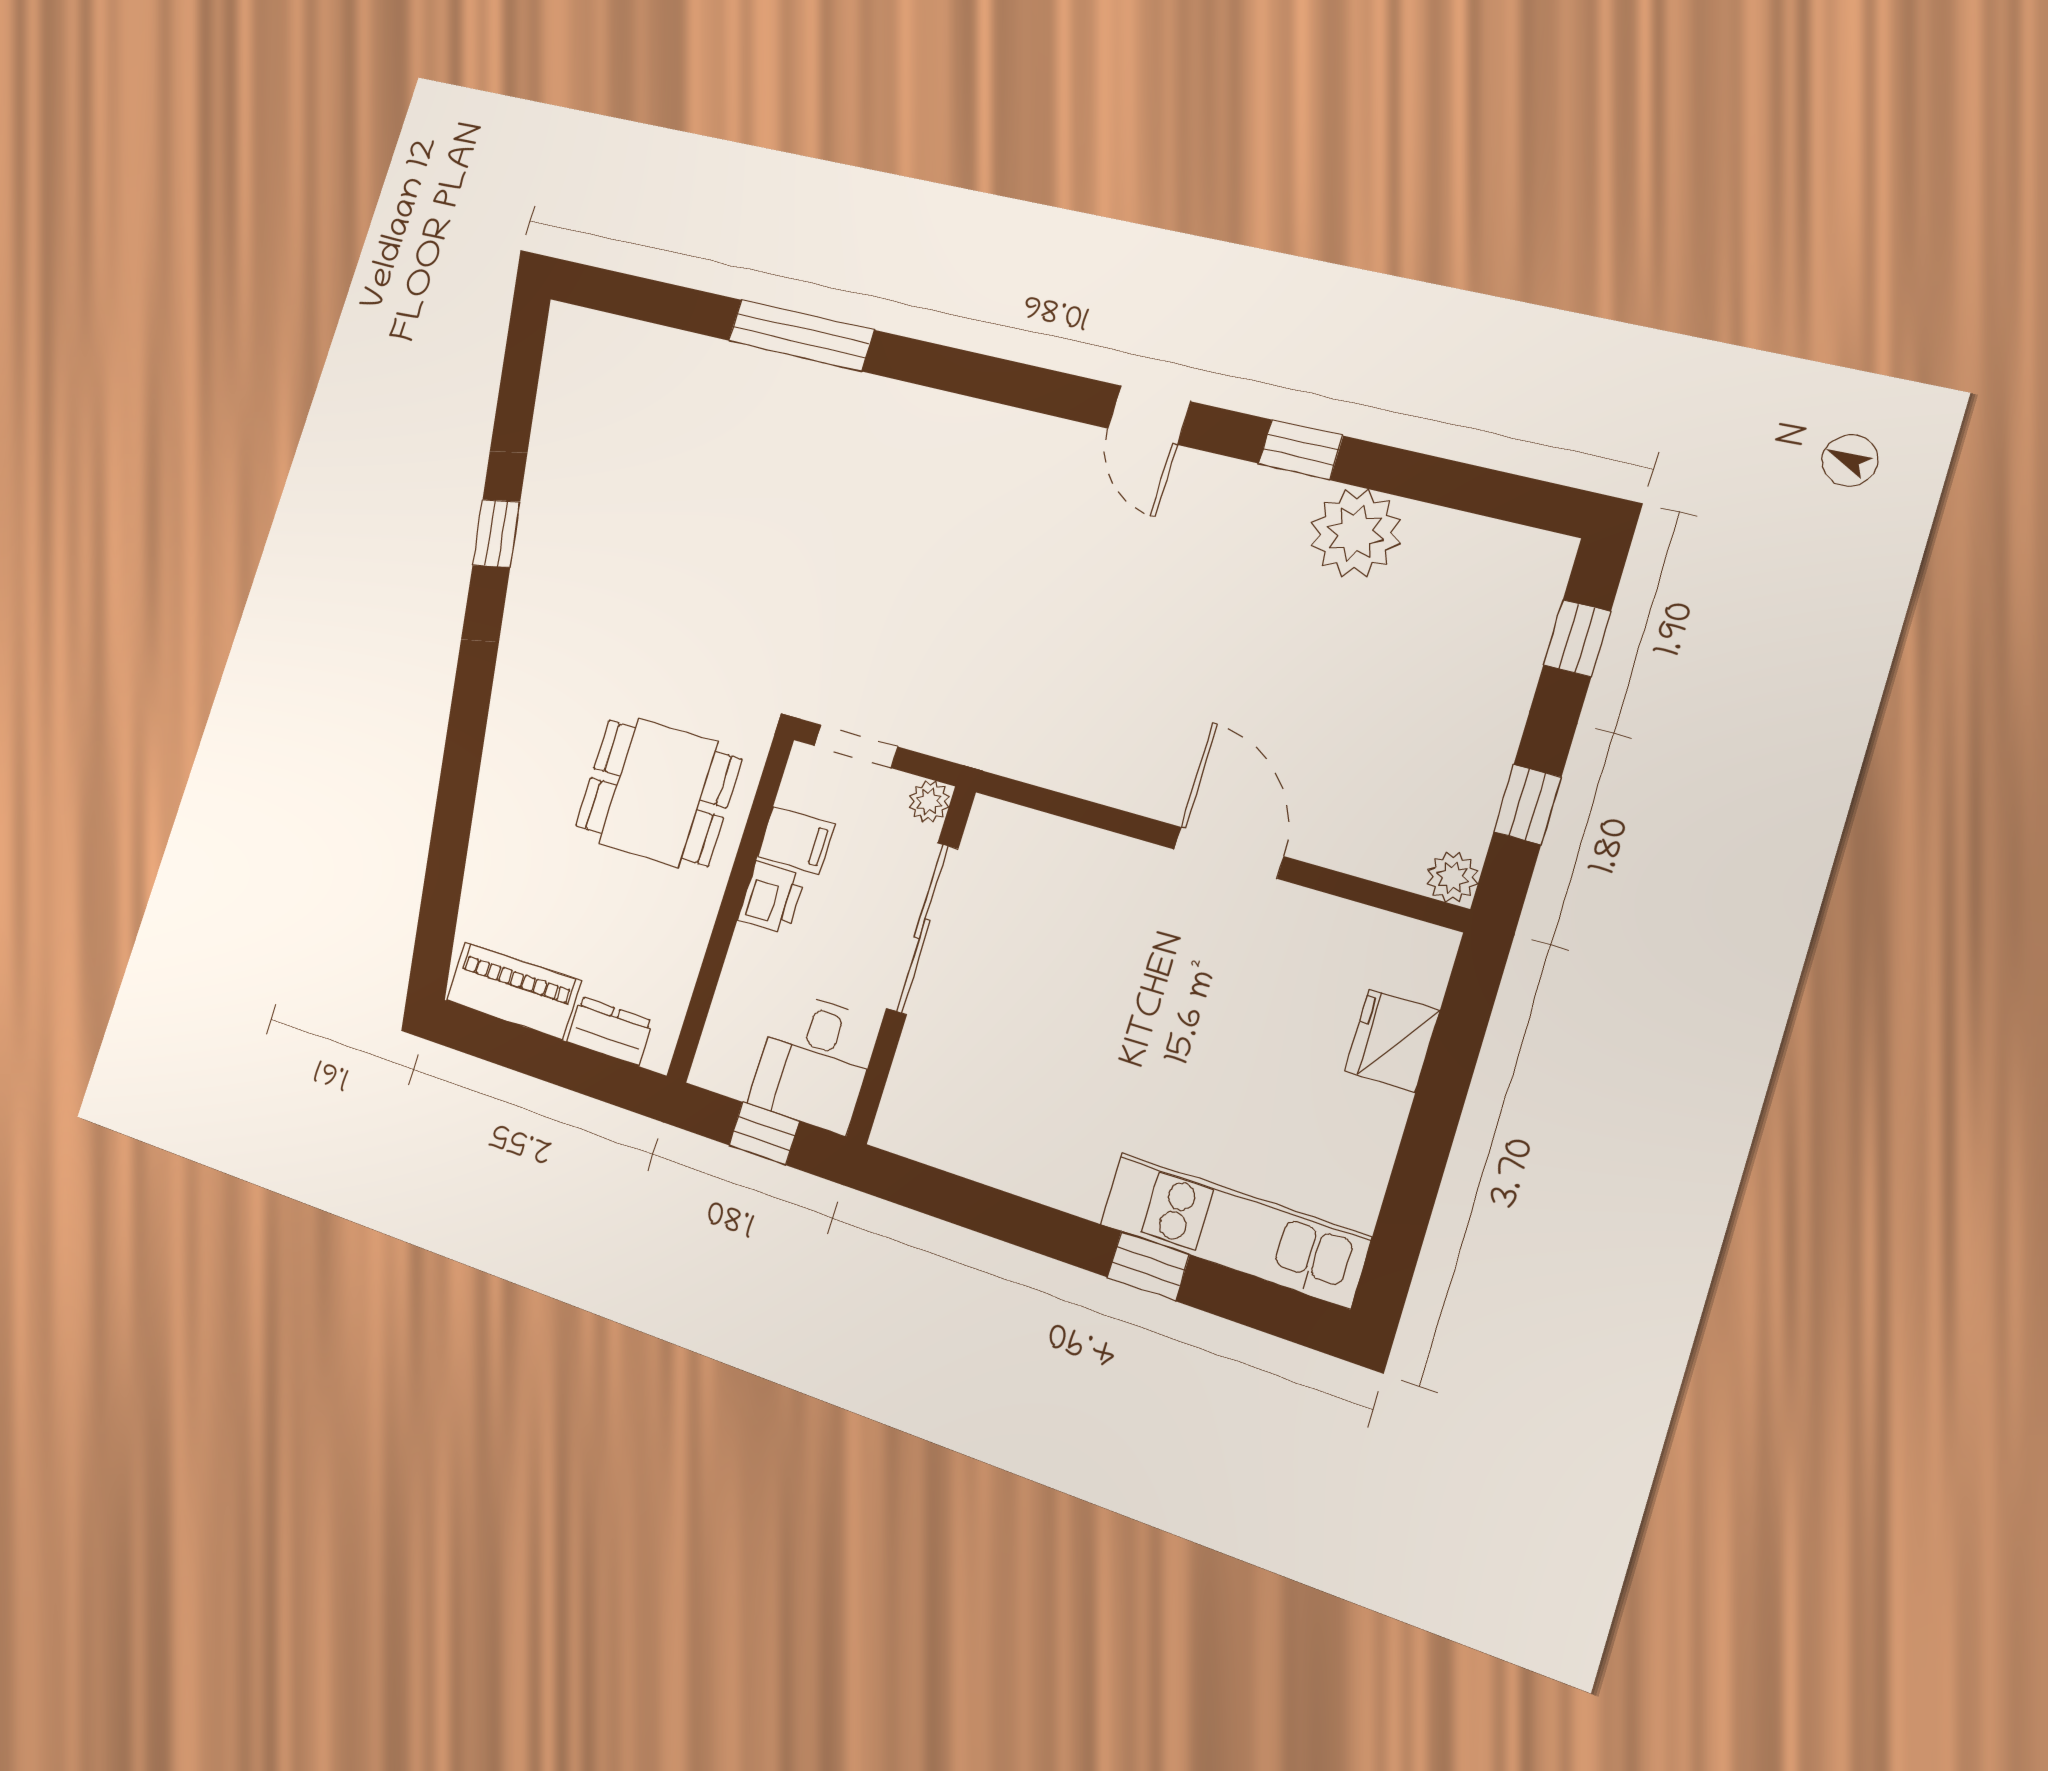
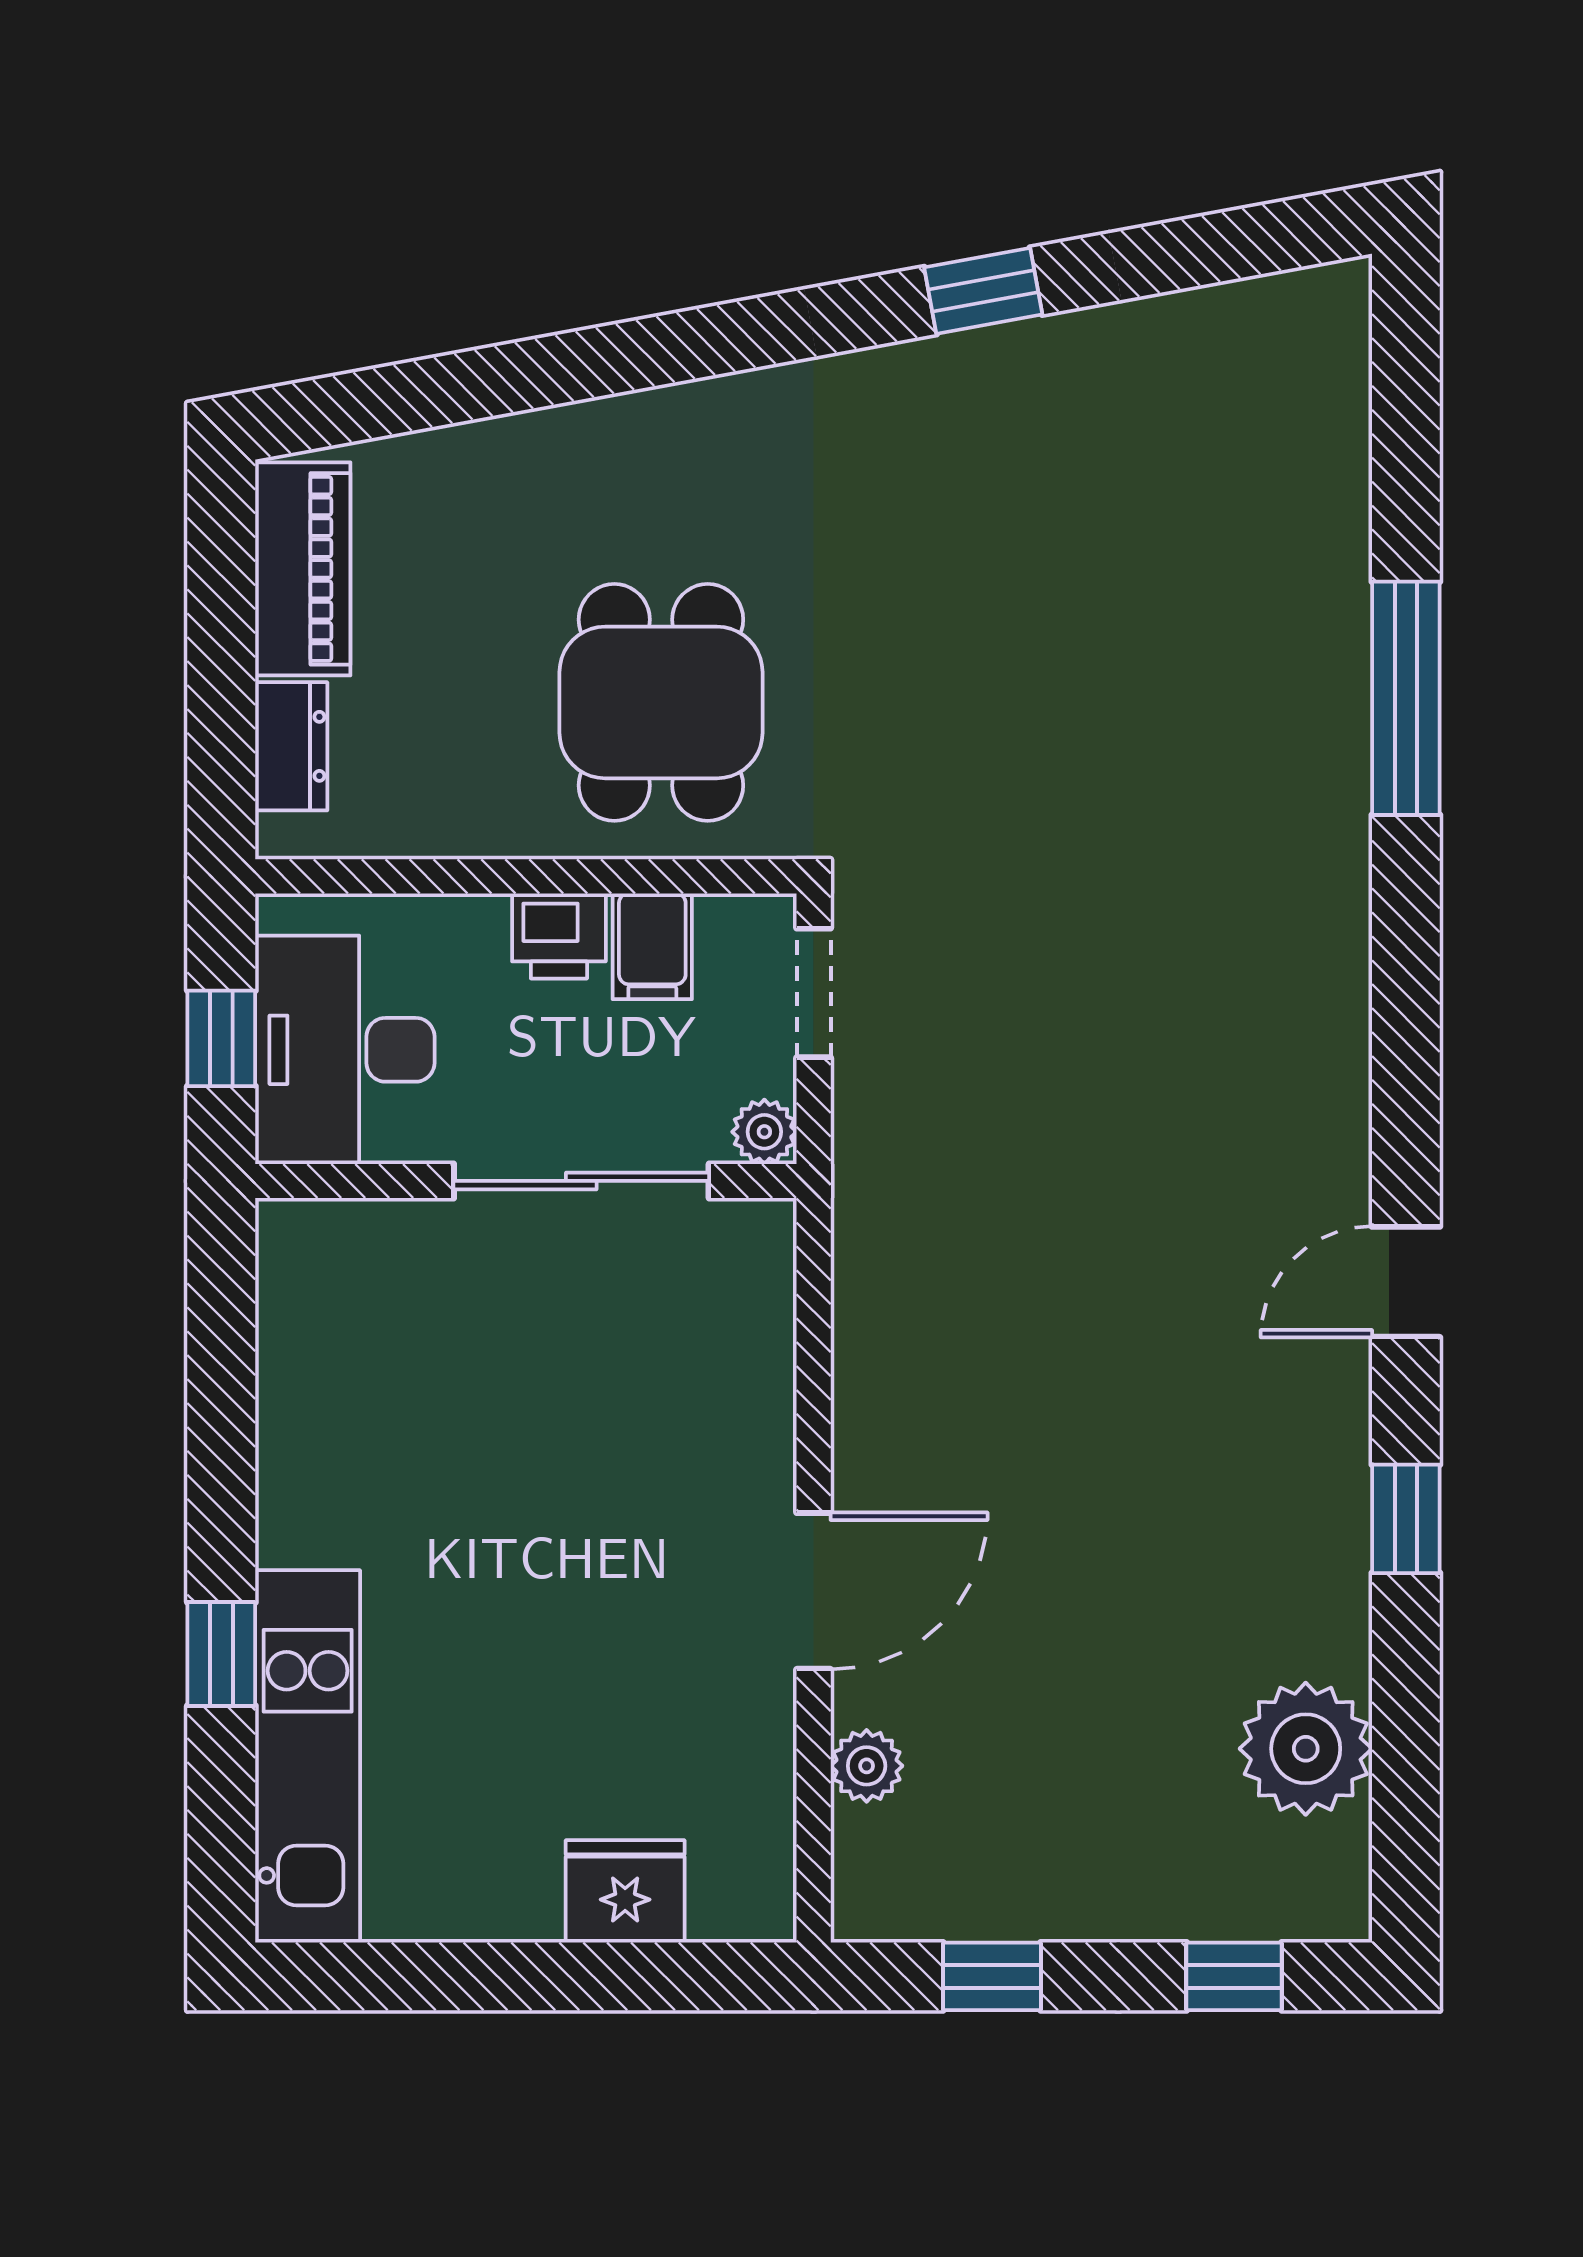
plant: (1356, 533) -> (1306, 1749), moved
plant: (1453, 877) -> (867, 1766), moved
desk: (814, 1062) -> (345, 1050), width x1.37

